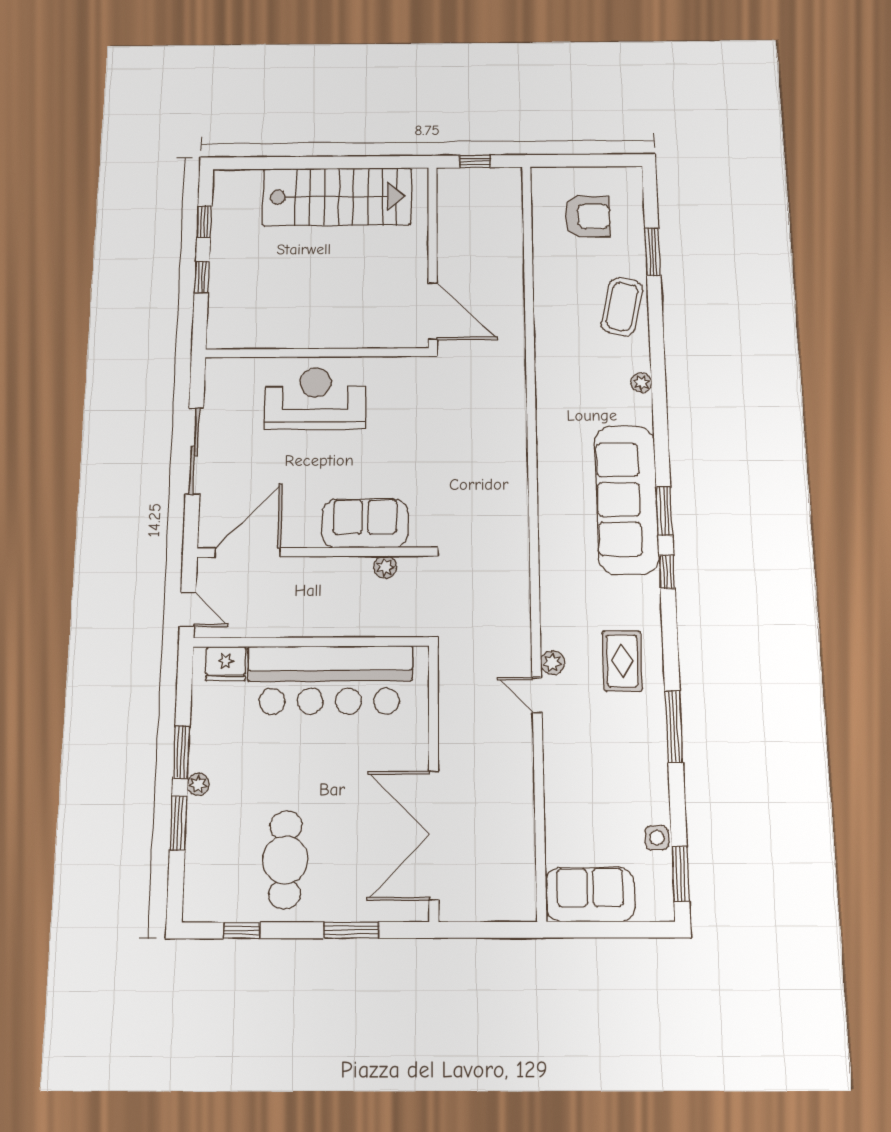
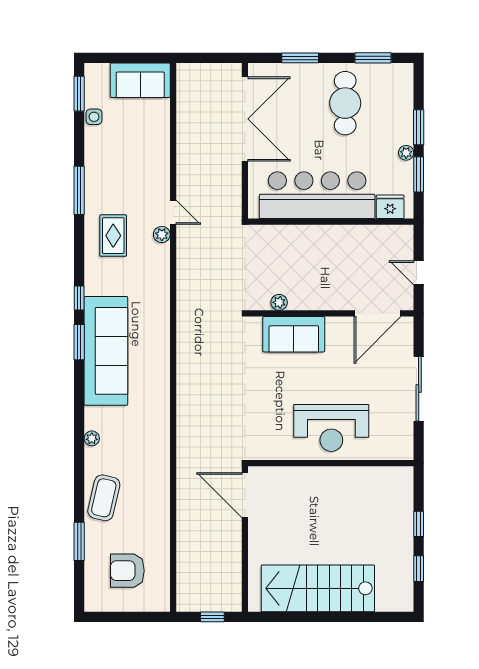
wall: (311, 642) -> (331, 222), moved
fridge: (226, 664) -> (390, 207), moved
bar counter: (330, 680) -> (317, 195), moved
window: (242, 930) -> (373, 58), width x1.50

